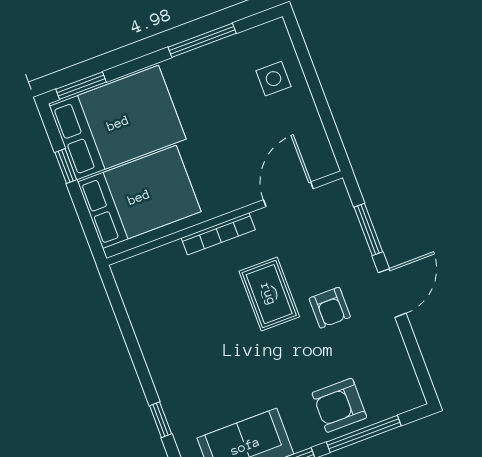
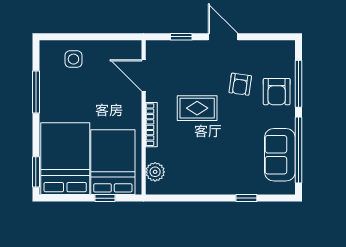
window: (66, 166) -> (105, 198), moved
window: (368, 229) -> (181, 37), width x0.67
plant: (149, 266) -> (155, 172), added
armchair: (330, 308) -> (240, 84), moved, turned 98

